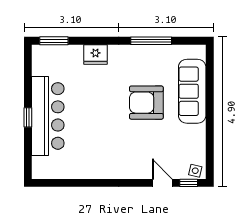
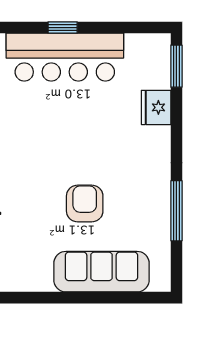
fridge: (95, 55) -> (156, 107), moved
armchair: (146, 103) -> (85, 204), width x0.73, depth x0.73

